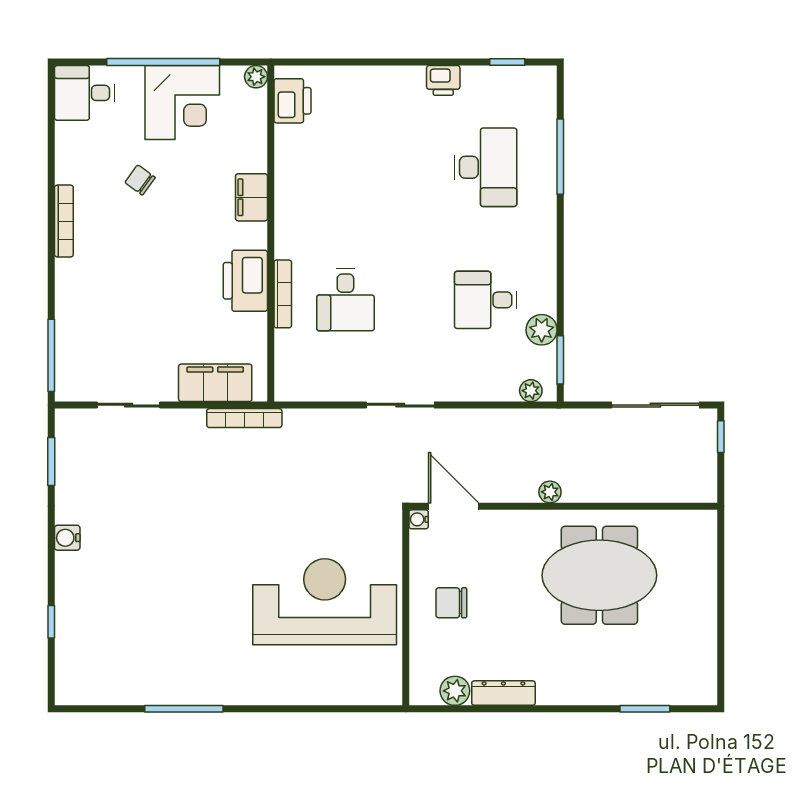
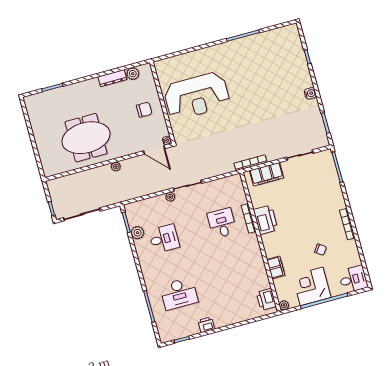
desk: (486, 167) -> (179, 294), turned -90
filing cabinet: (252, 197) -> (276, 267), moved
plant: (531, 391) -> (170, 197), moved

